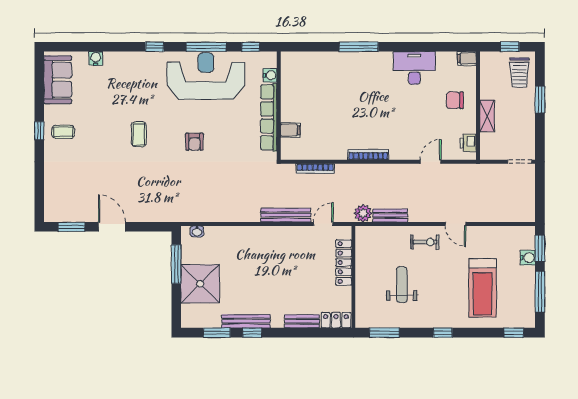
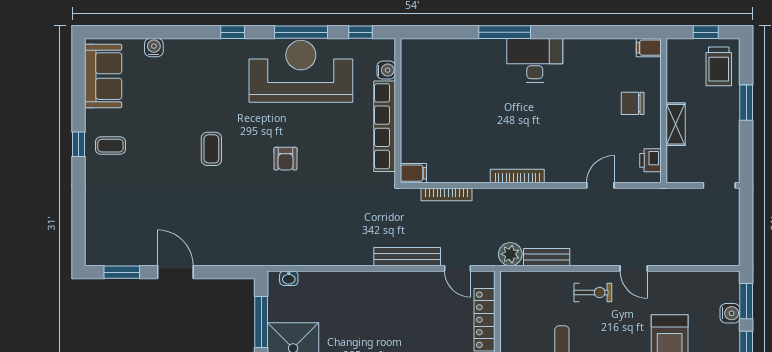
desk: (414, 68) -> (535, 60), moved
filing cabinet: (290, 130) -> (413, 173), moved
door: (323, 224) -> (457, 268), swing flipped

